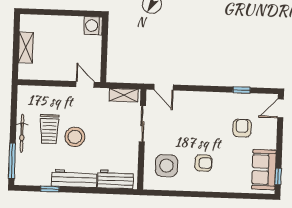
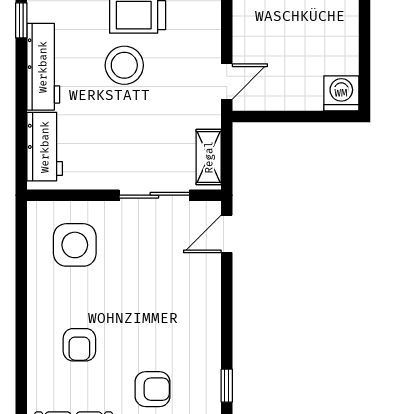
armchair: (203, 163) -> (79, 345), moved

